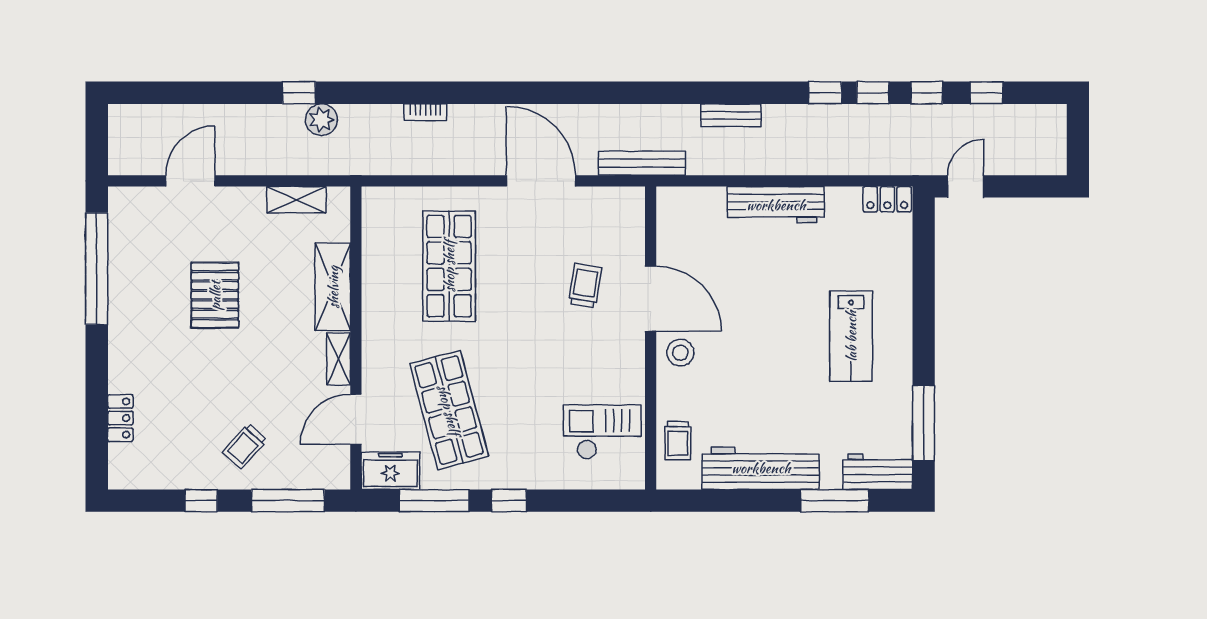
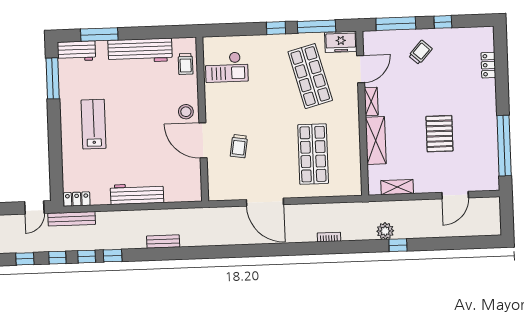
bench: (642, 163) -> (72, 219), moved
trolley: (678, 441) -> (186, 64), turned 180

